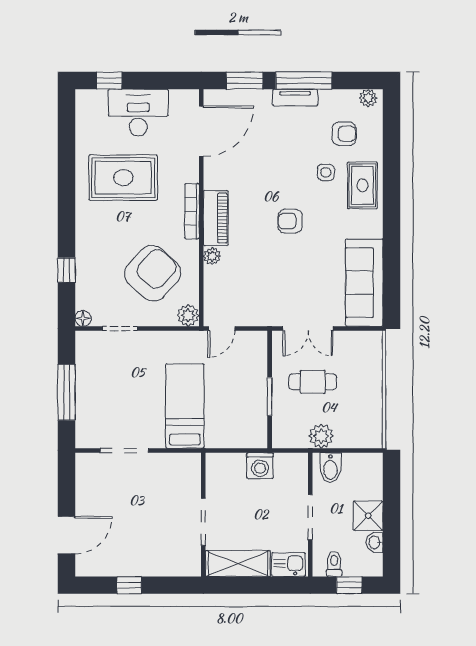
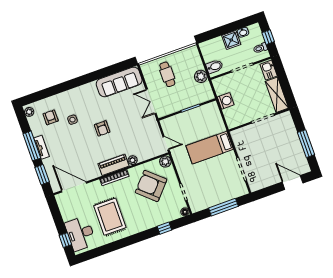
desk: (138, 113) -> (80, 234), moved
rug: (363, 185) -> (72, 100), removed
double door: (308, 329) -> (151, 101), swing flipped
cafe table: (313, 382) -> (167, 74), moved
window: (129, 585) -> (306, 144), width x2.17

